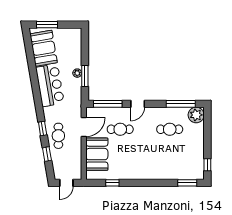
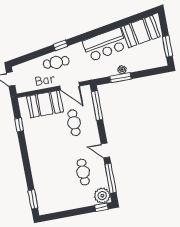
window: (47, 25) -> (167, 46), moved
door: (138, 104) -> (105, 151), moved
window: (47, 154) -> (36, 54), removed
window: (207, 165) -> (101, 207), moved

